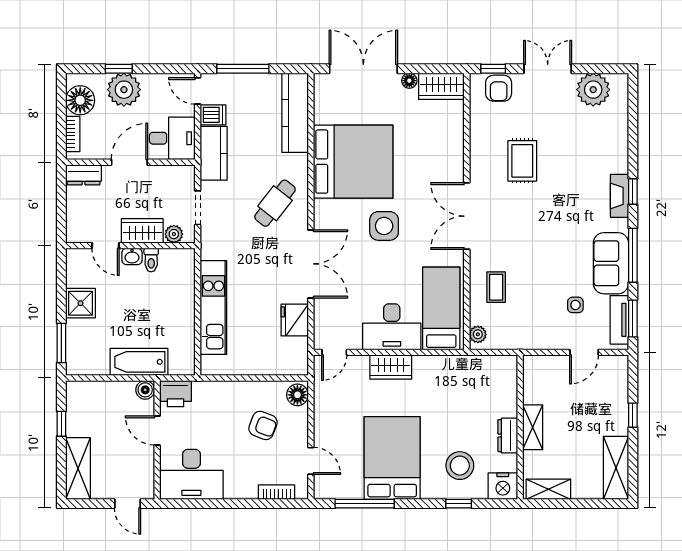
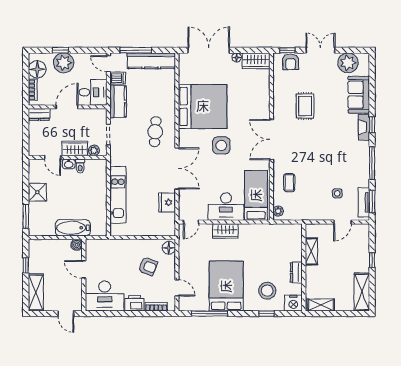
kitchen counter: (295, 113) -> (151, 61), moved, turned -90
cafe table: (275, 203) -> (155, 132), turned -34
sofa: (611, 263) -> (359, 95), moved
printer: (175, 394) -> (134, 303), moved, turned 180
shelving: (533, 427) -> (311, 251), moved

